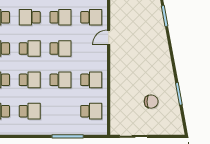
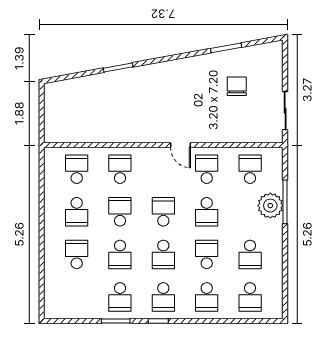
door: (109, 37) -> (180, 145), moved
school desk: (30, 49) -> (163, 254), turned 180
school desk: (60, 80) -> (207, 212), turned 180
school desk: (30, 111) -> (250, 254), turned 180
plant: (65, 126) -> (270, 206), added

